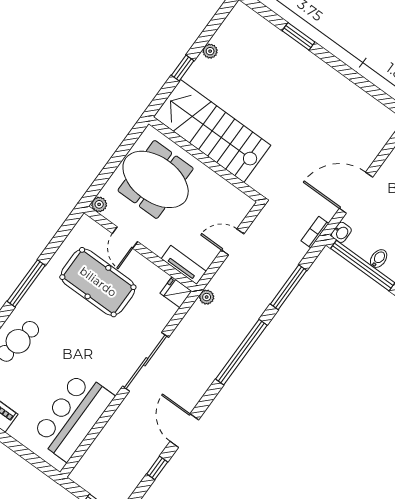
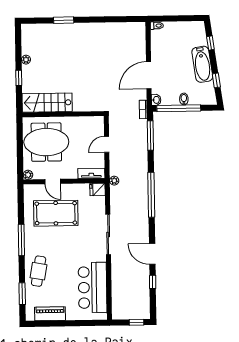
stairs: (212, 131) -> (47, 103), width x0.73, depth x0.66
window: (288, 287) -> (150, 135), moved

